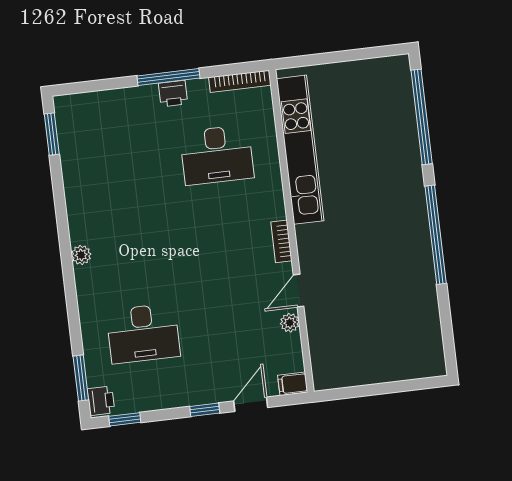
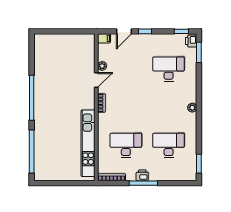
desk: (123, 166) -> (169, 145), added

